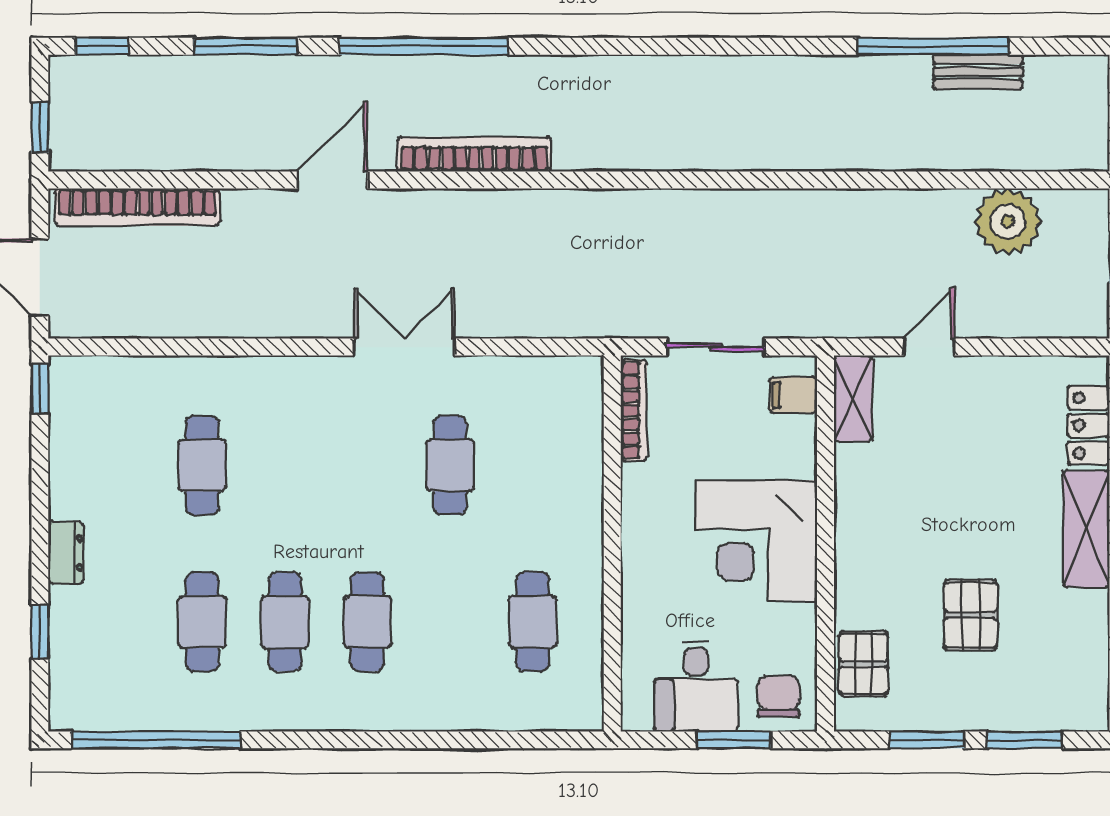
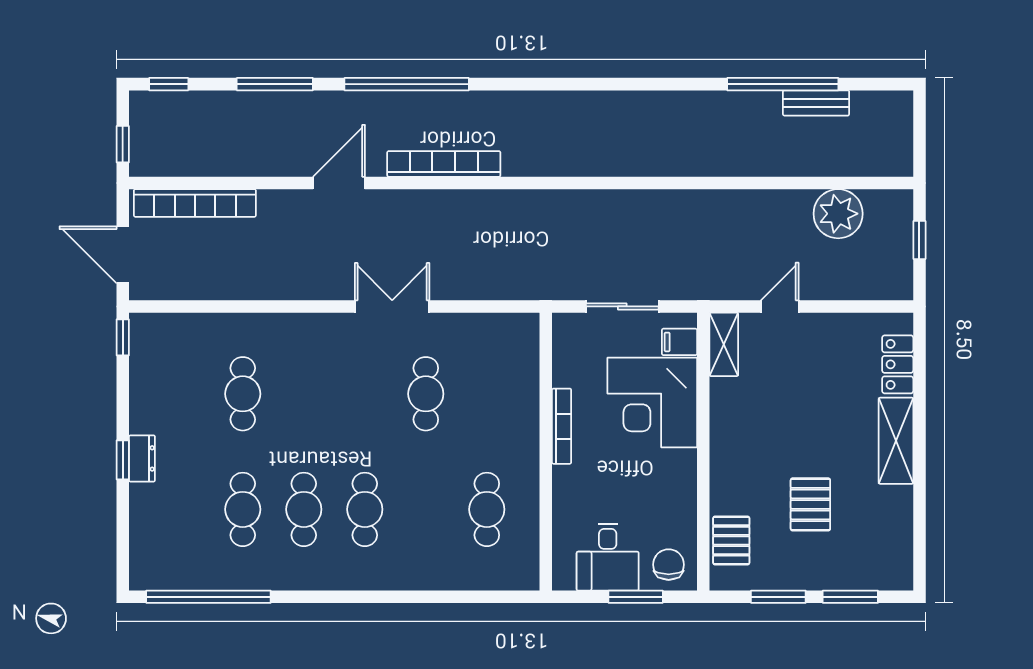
bookcase: (634, 410) -> (562, 426), moved
corner desk: (756, 541) -> (652, 403), moved
window: (40, 632) -> (123, 460), moved

